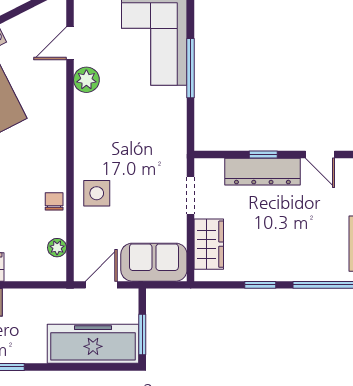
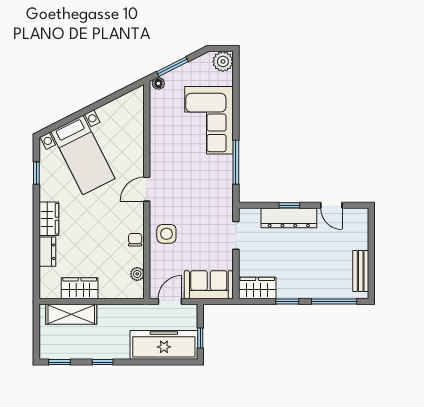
door: (70, 43) -> (147, 189), moved
window: (191, 68) -> (236, 162), moved
plant: (86, 80) -> (159, 150), removed
wardrobe: (209, 244) -> (257, 288), moved, turned -90
window: (142, 334) -> (200, 338), width x0.67

